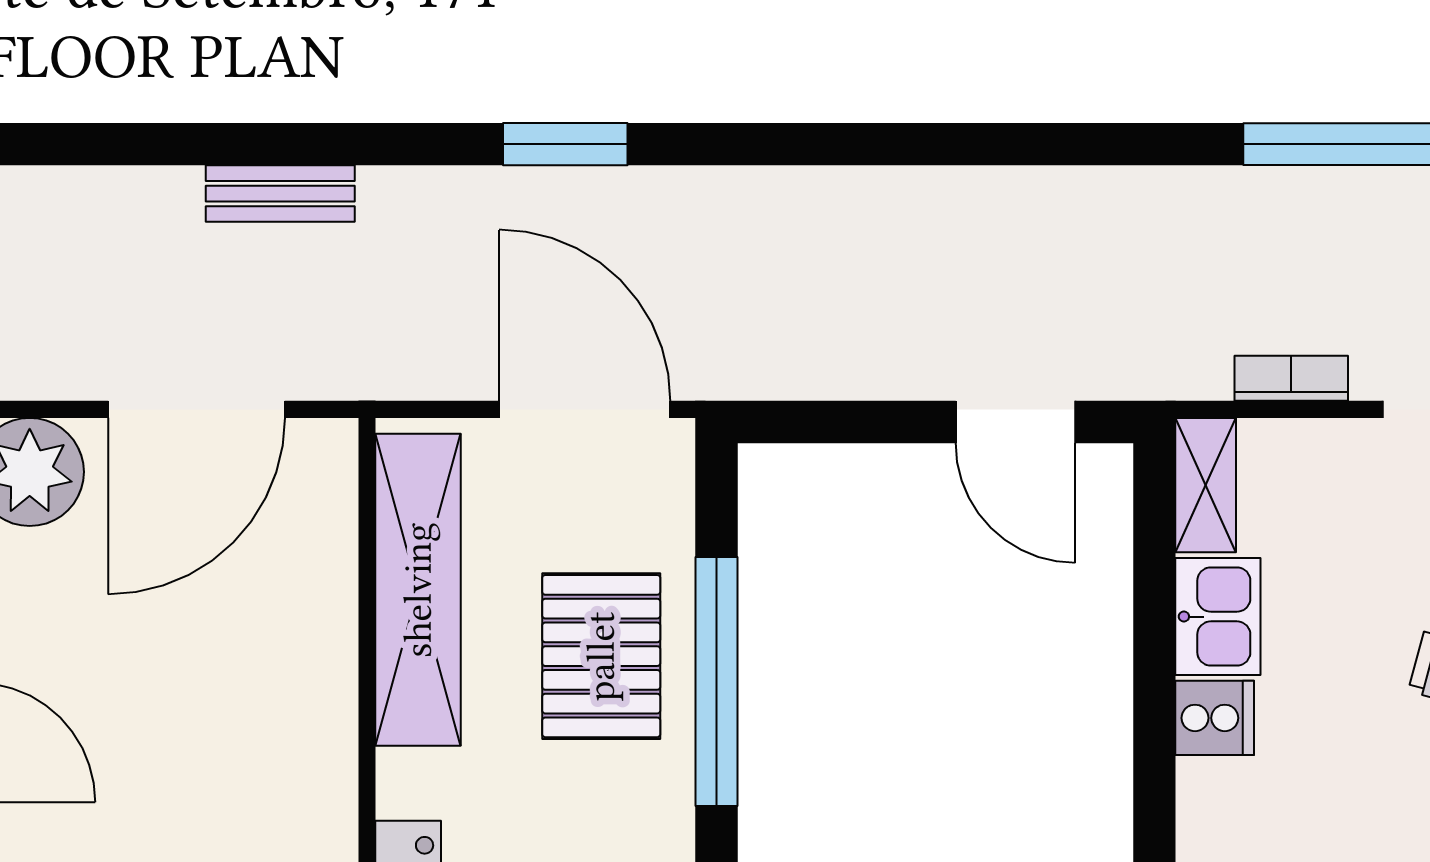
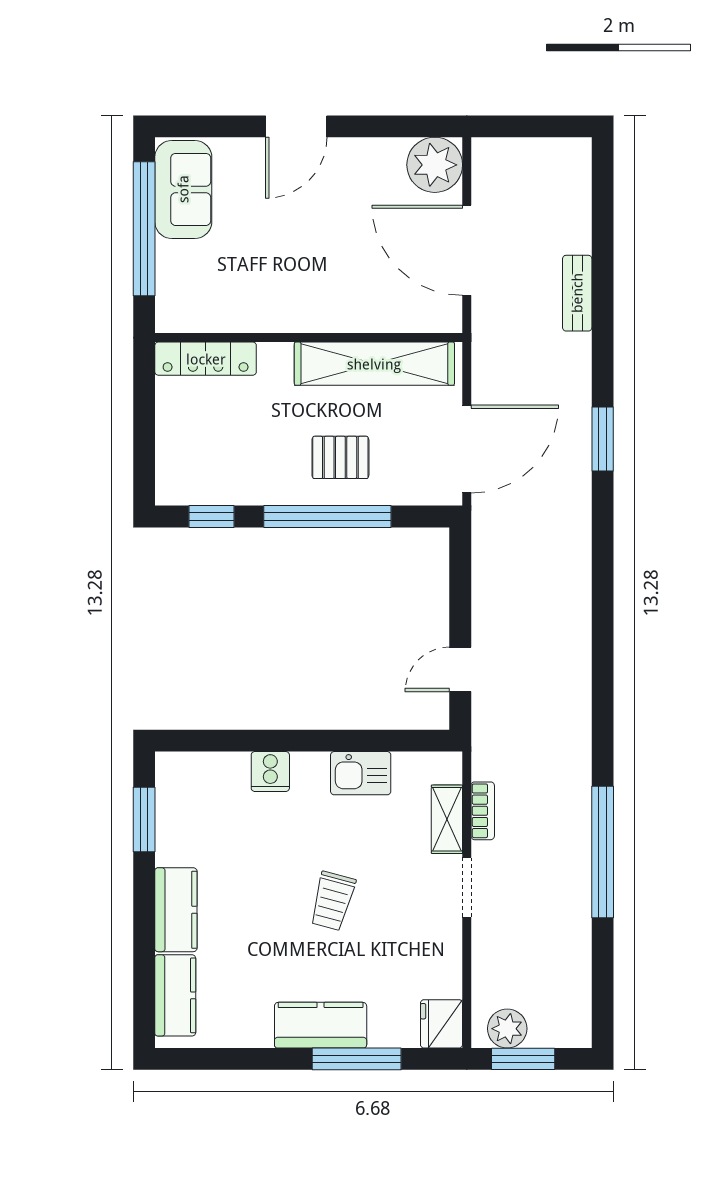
door: (1015, 422) -> (460, 669), width x0.73
shelving: (1206, 485) -> (447, 819), moved, turned 90
pallet: (601, 656) -> (340, 457), width x0.67, depth x0.71
cooker: (1215, 718) -> (270, 772), moved

